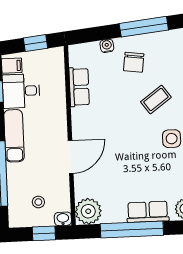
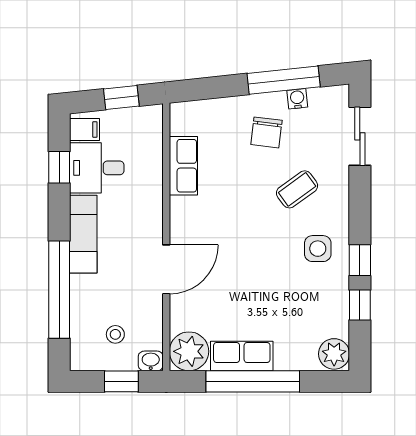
water cooler: (107, 46) -> (297, 99), moved
row of seats: (148, 212) -> (242, 356), moved

